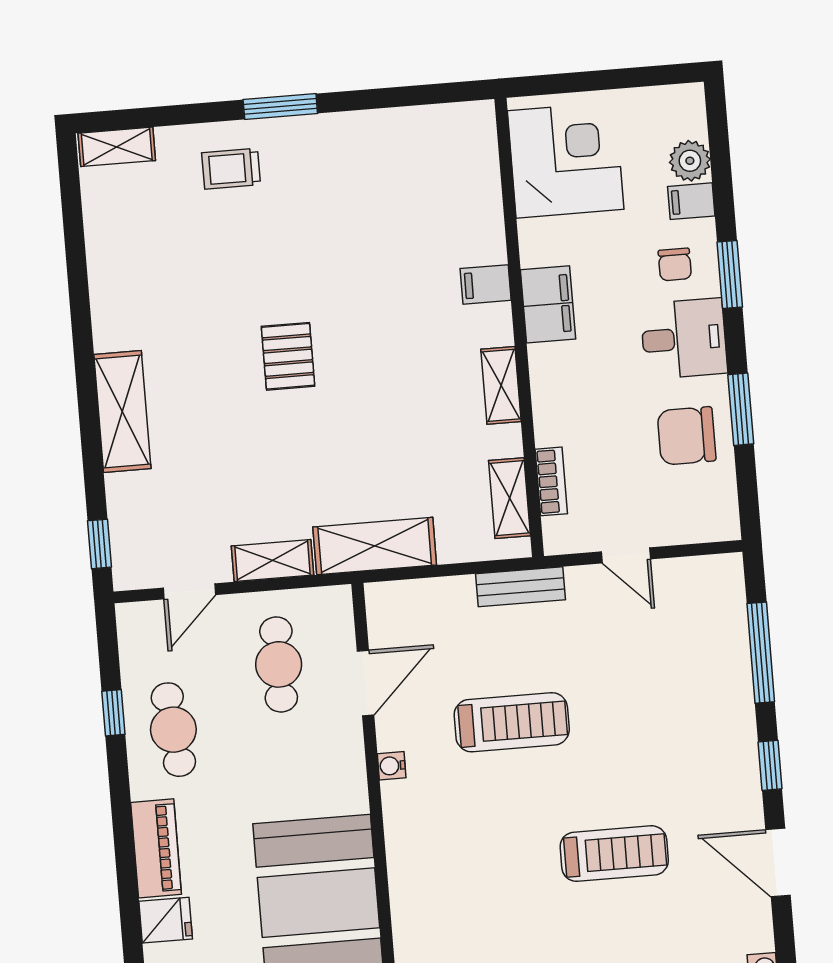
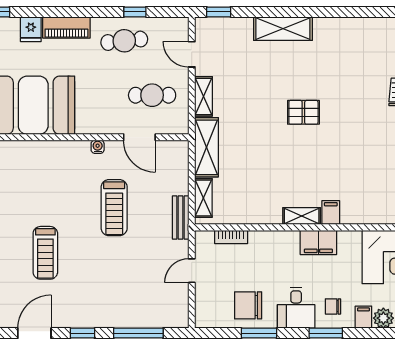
shelving: (501, 385) -> (302, 216), moved
chair: (687, 436) -> (248, 305), turned -90
shelving: (510, 498) -> (203, 198), moved, turned 90

